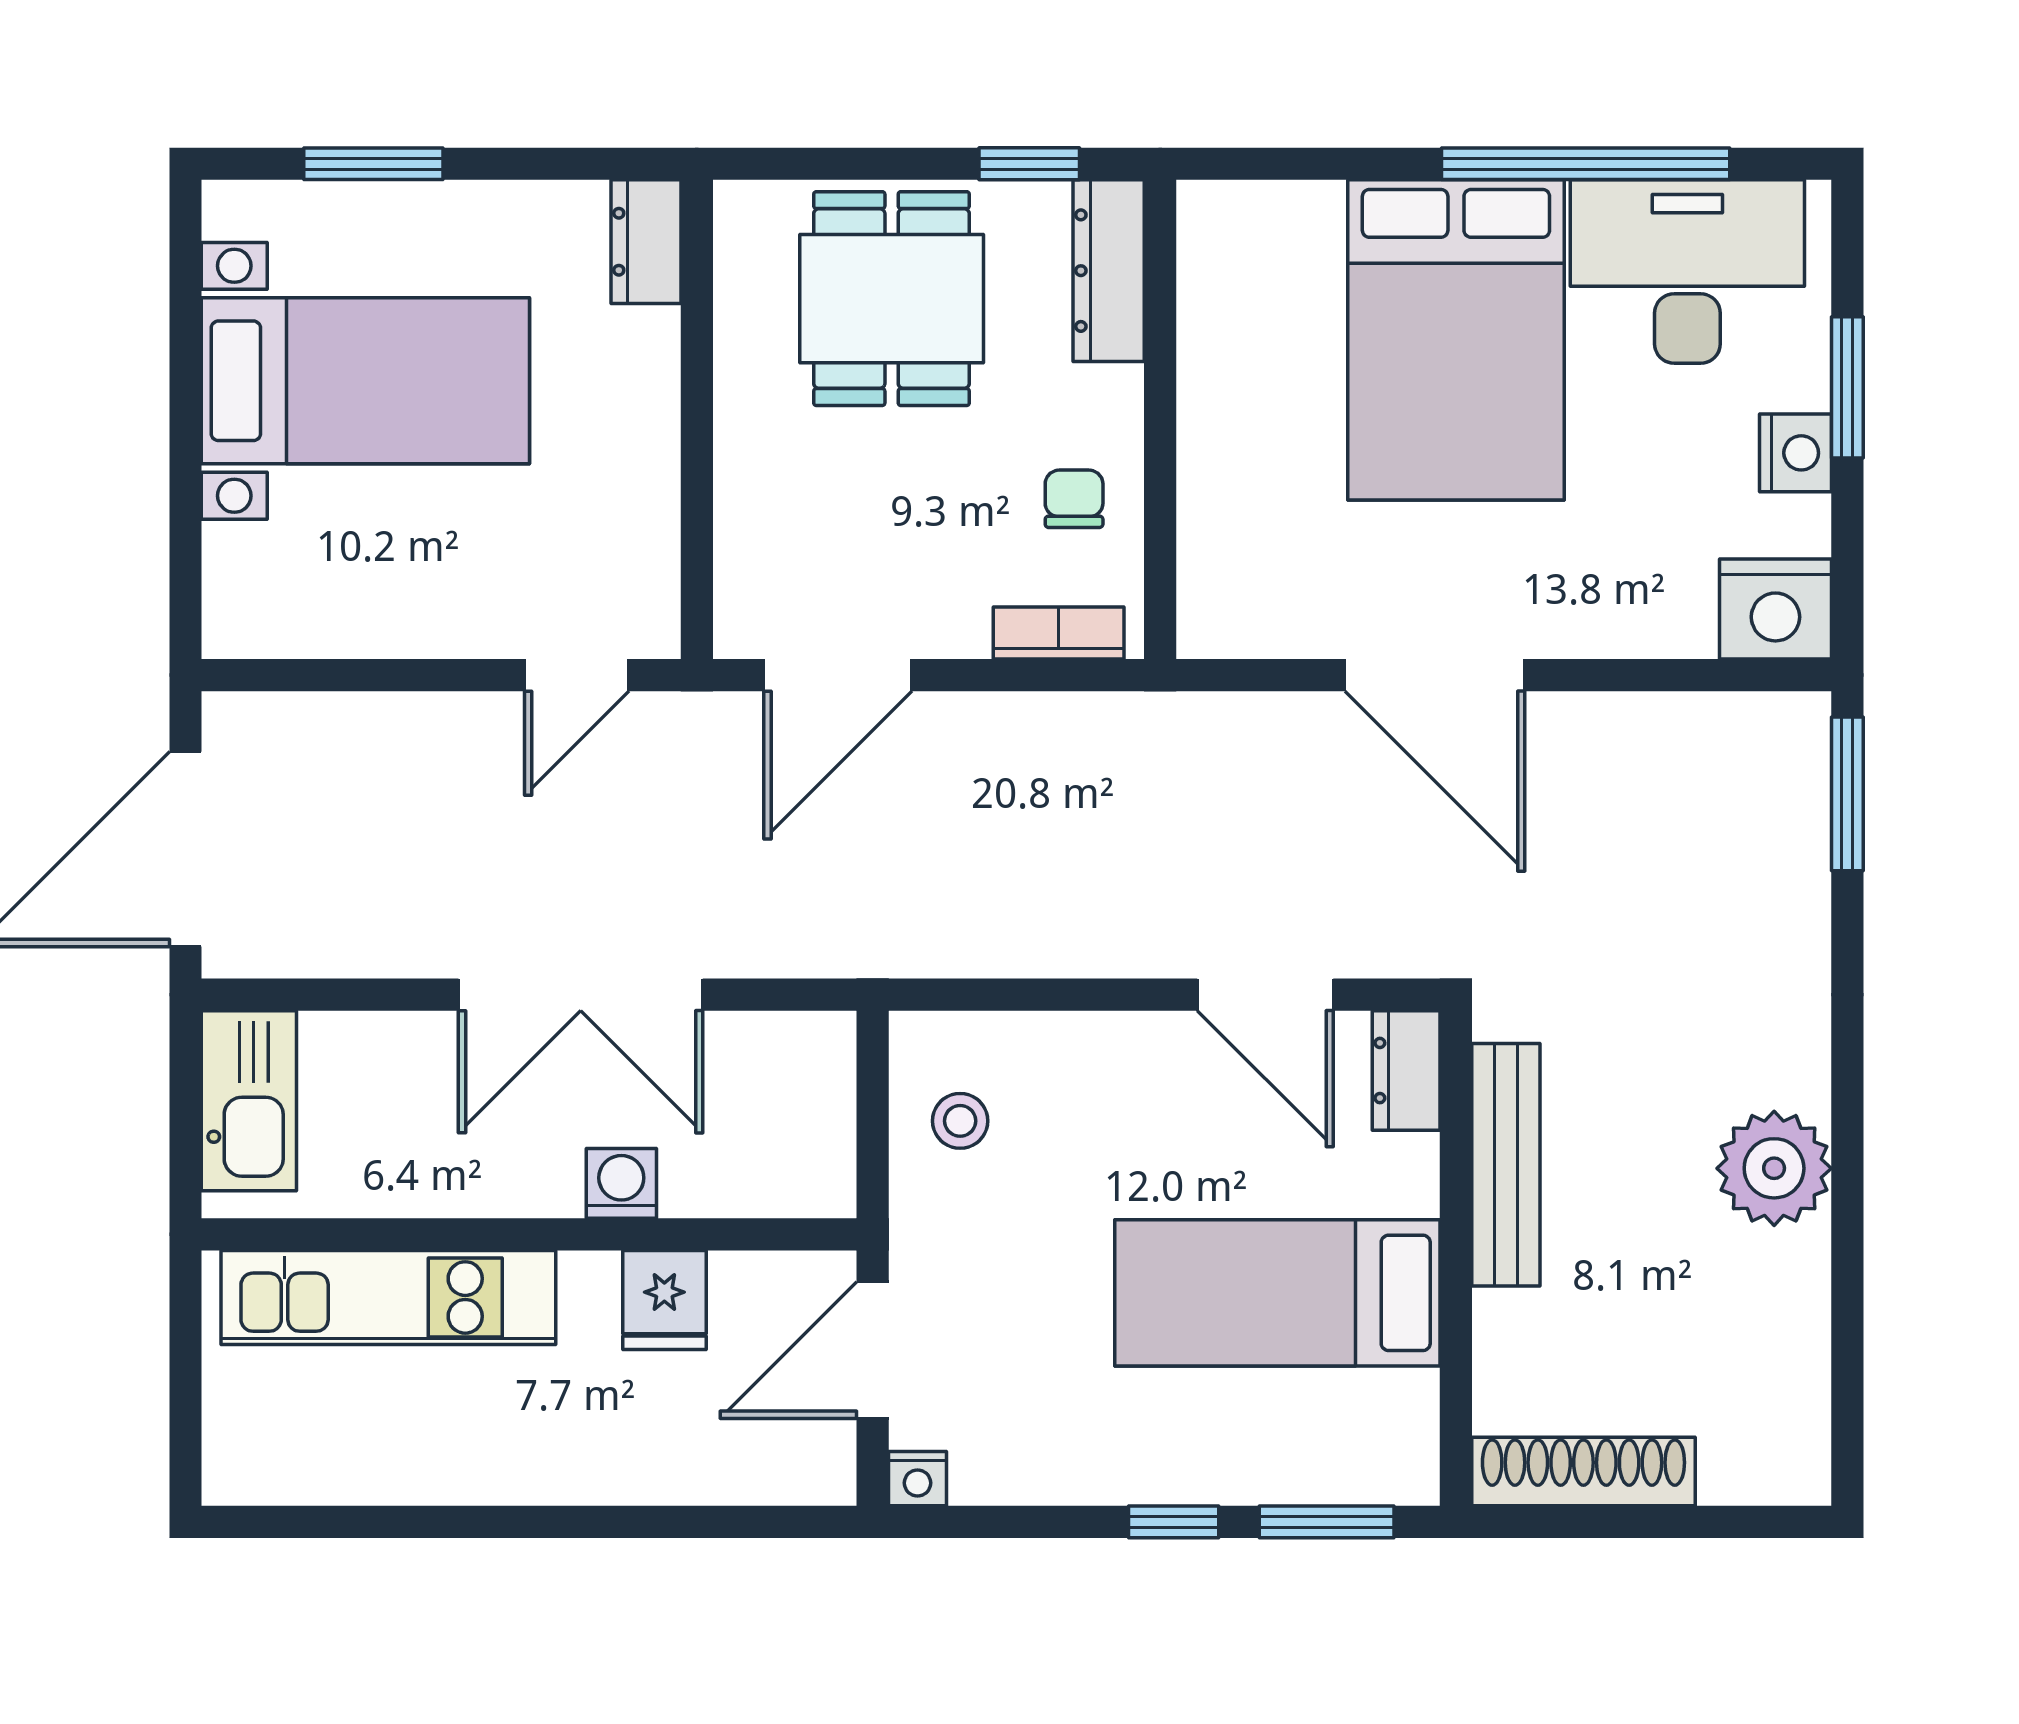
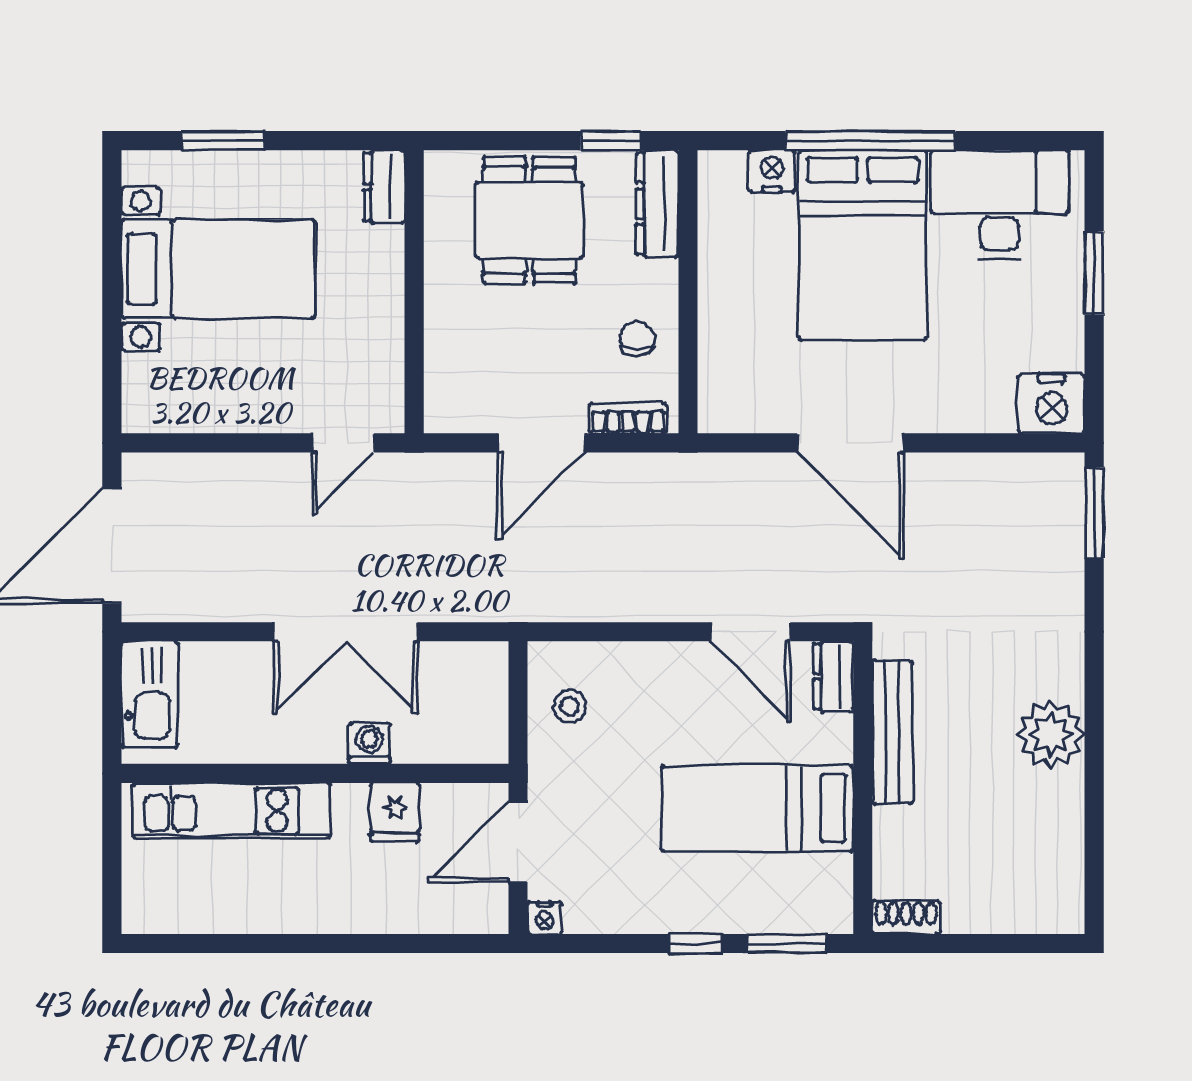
window: (1586, 164) -> (870, 141), moved
nightstand: (1795, 453) -> (772, 171), moved, turned -90
door: (838, 675) -> (541, 443), moved
shoe rack: (1583, 1471) -> (906, 918), width x0.51, depth x0.81

